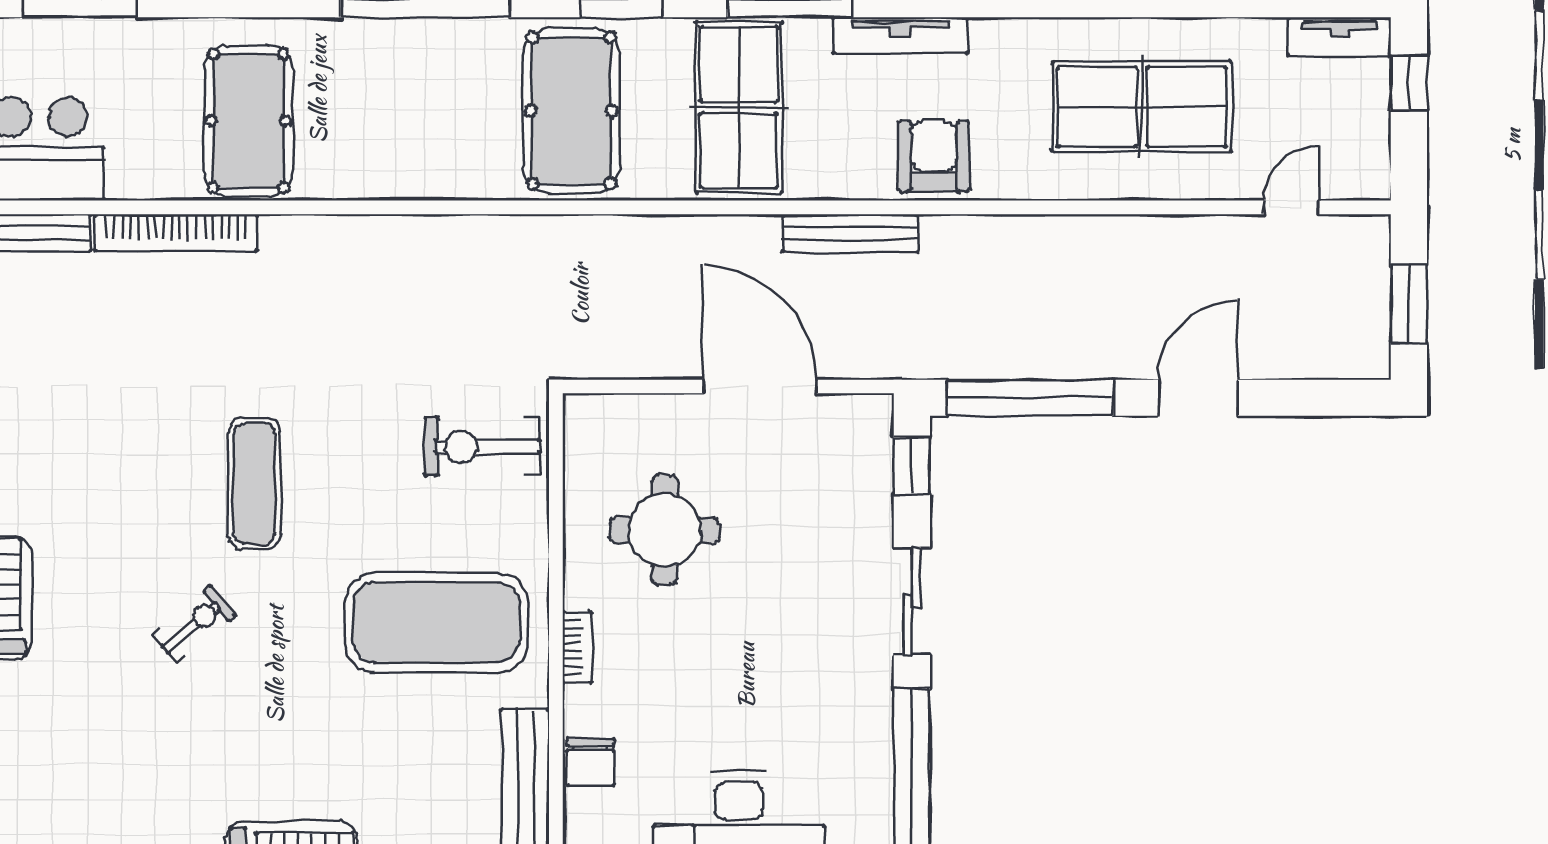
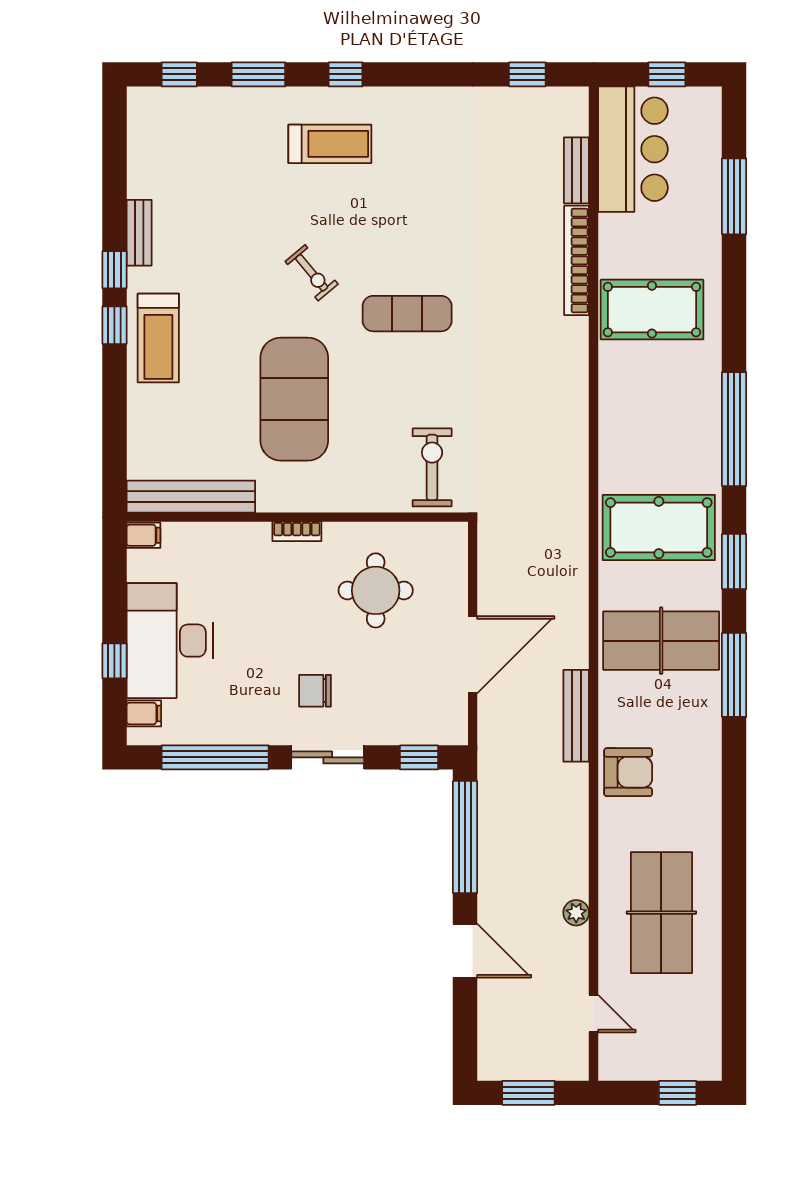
tv unit: (900, 35) -> (710, 750), removed
tv unit: (1340, 37) -> (709, 1046), removed
plant: (1142, 233) -> (576, 913), added
exercise mat: (436, 622) -> (294, 399), moved
chair: (590, 762) -> (315, 691), moved

